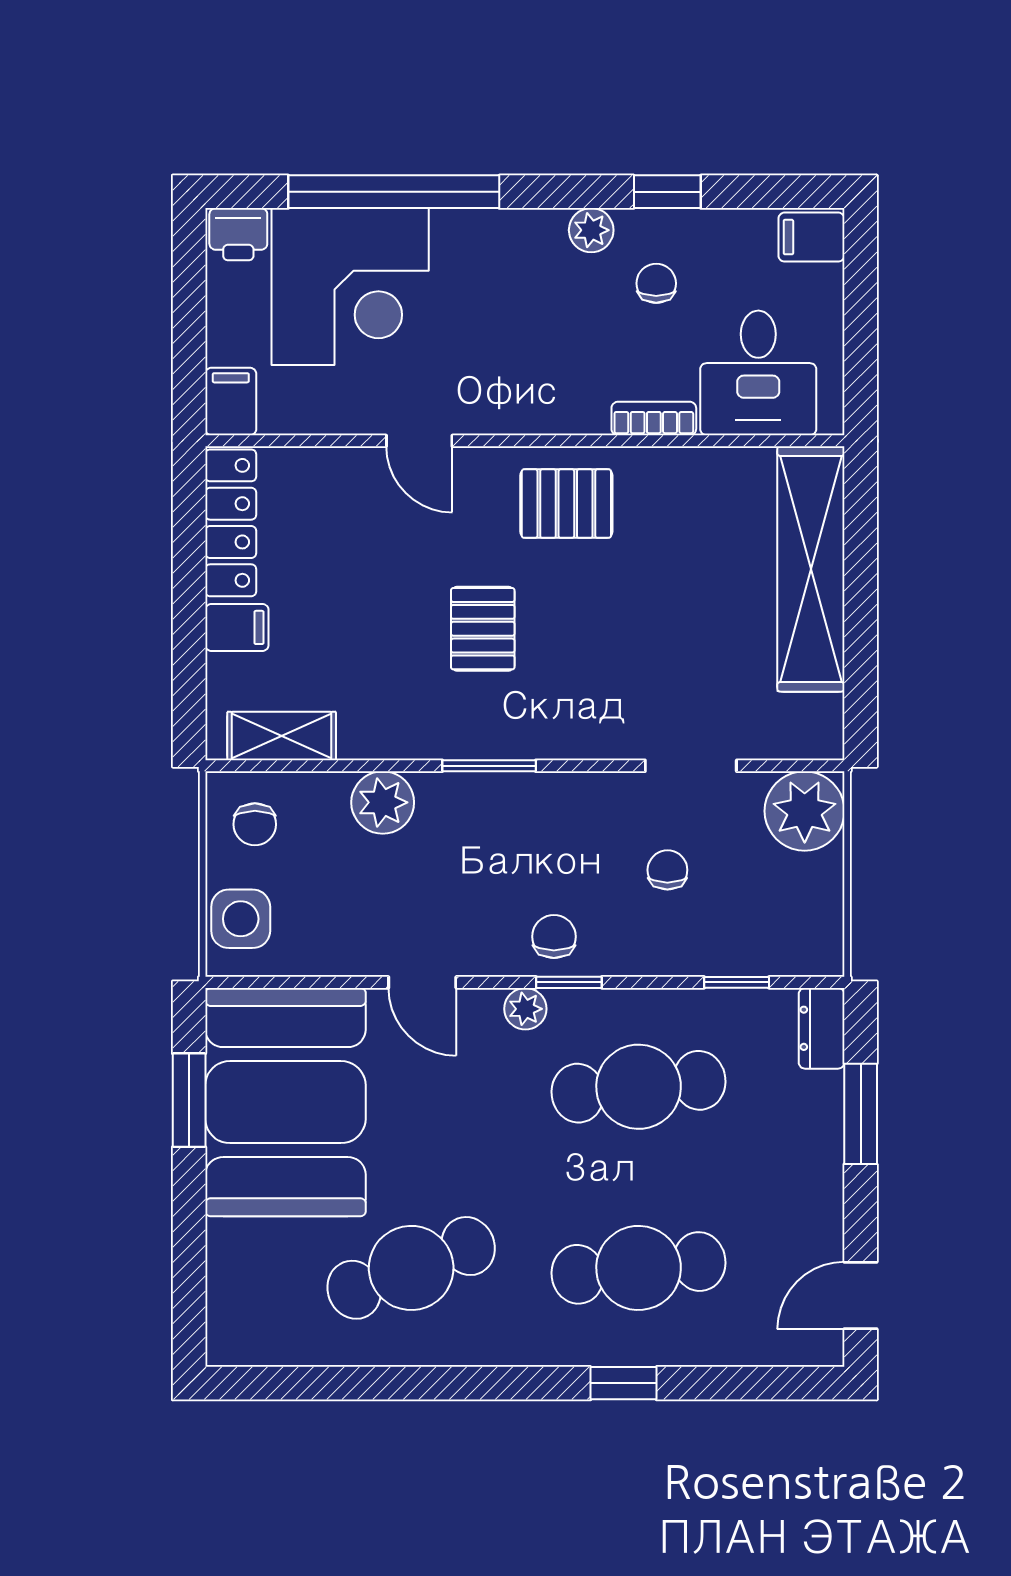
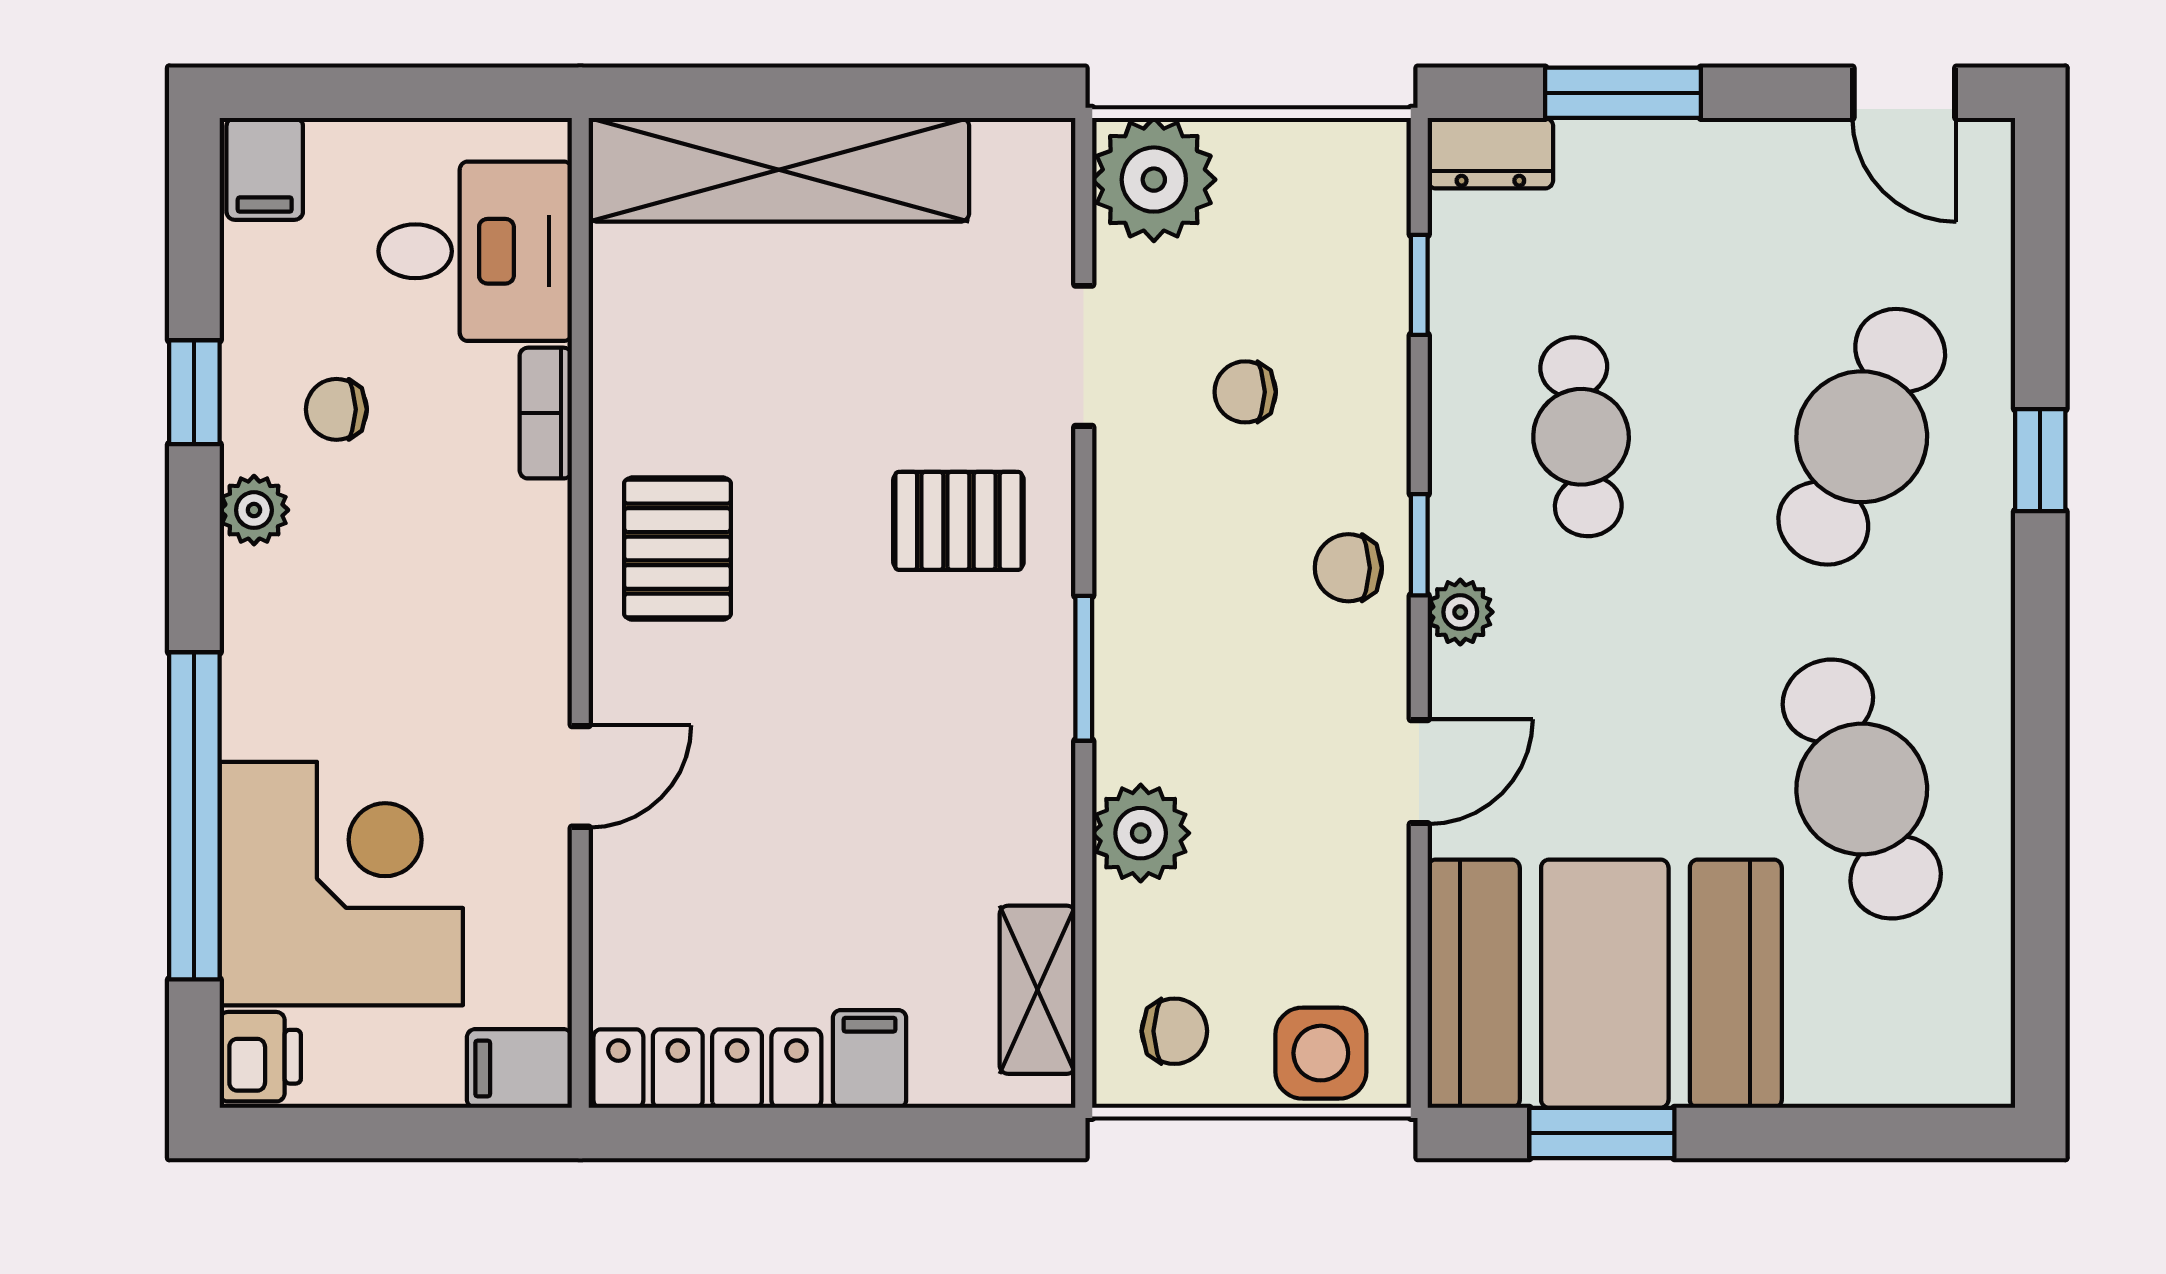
pallet: (483, 629) -> (958, 521), moved
cafe table: (639, 1087) -> (1581, 437), width x0.73, depth x0.74
cafe table: (639, 1268) -> (1862, 437), turned 30

